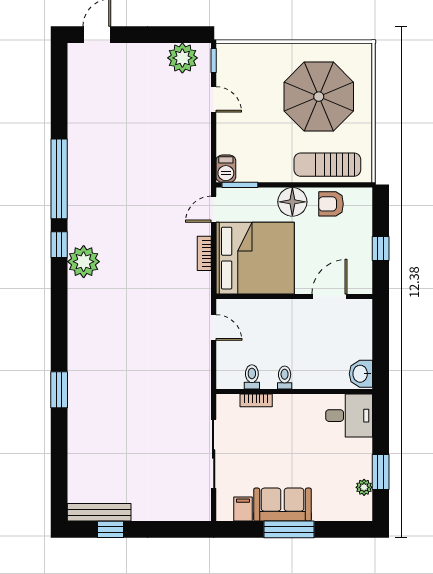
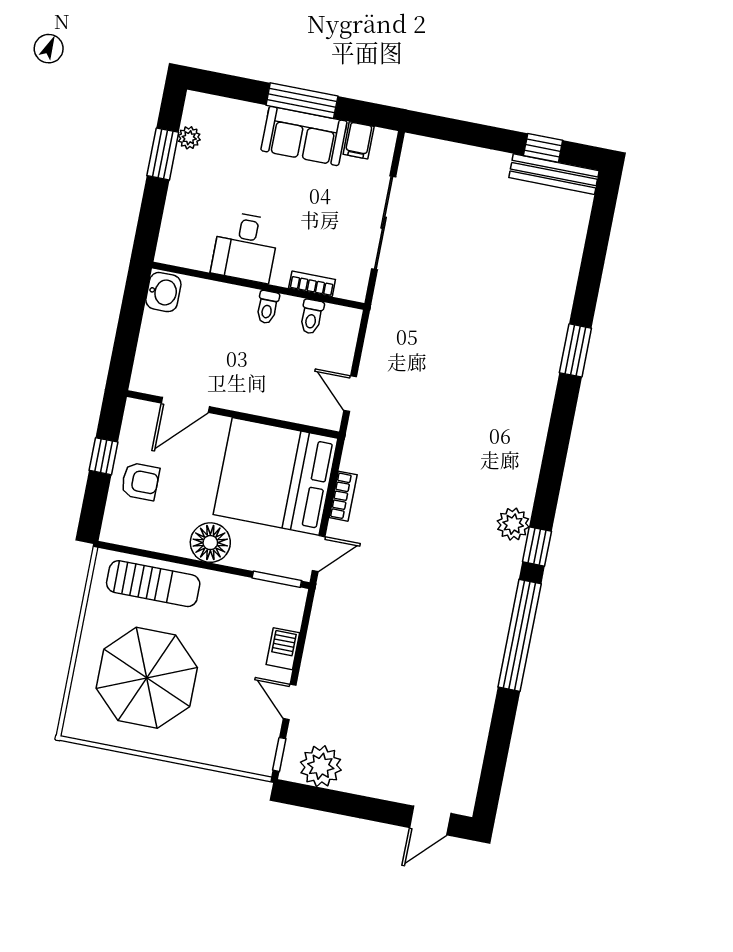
barbecue: (226, 169) -> (283, 649), moved
armchair: (331, 204) -> (140, 481), moved
plant: (84, 262) -> (513, 524), width x0.73, depth x0.73
desk: (349, 416) -> (245, 247), moved, turned -90

